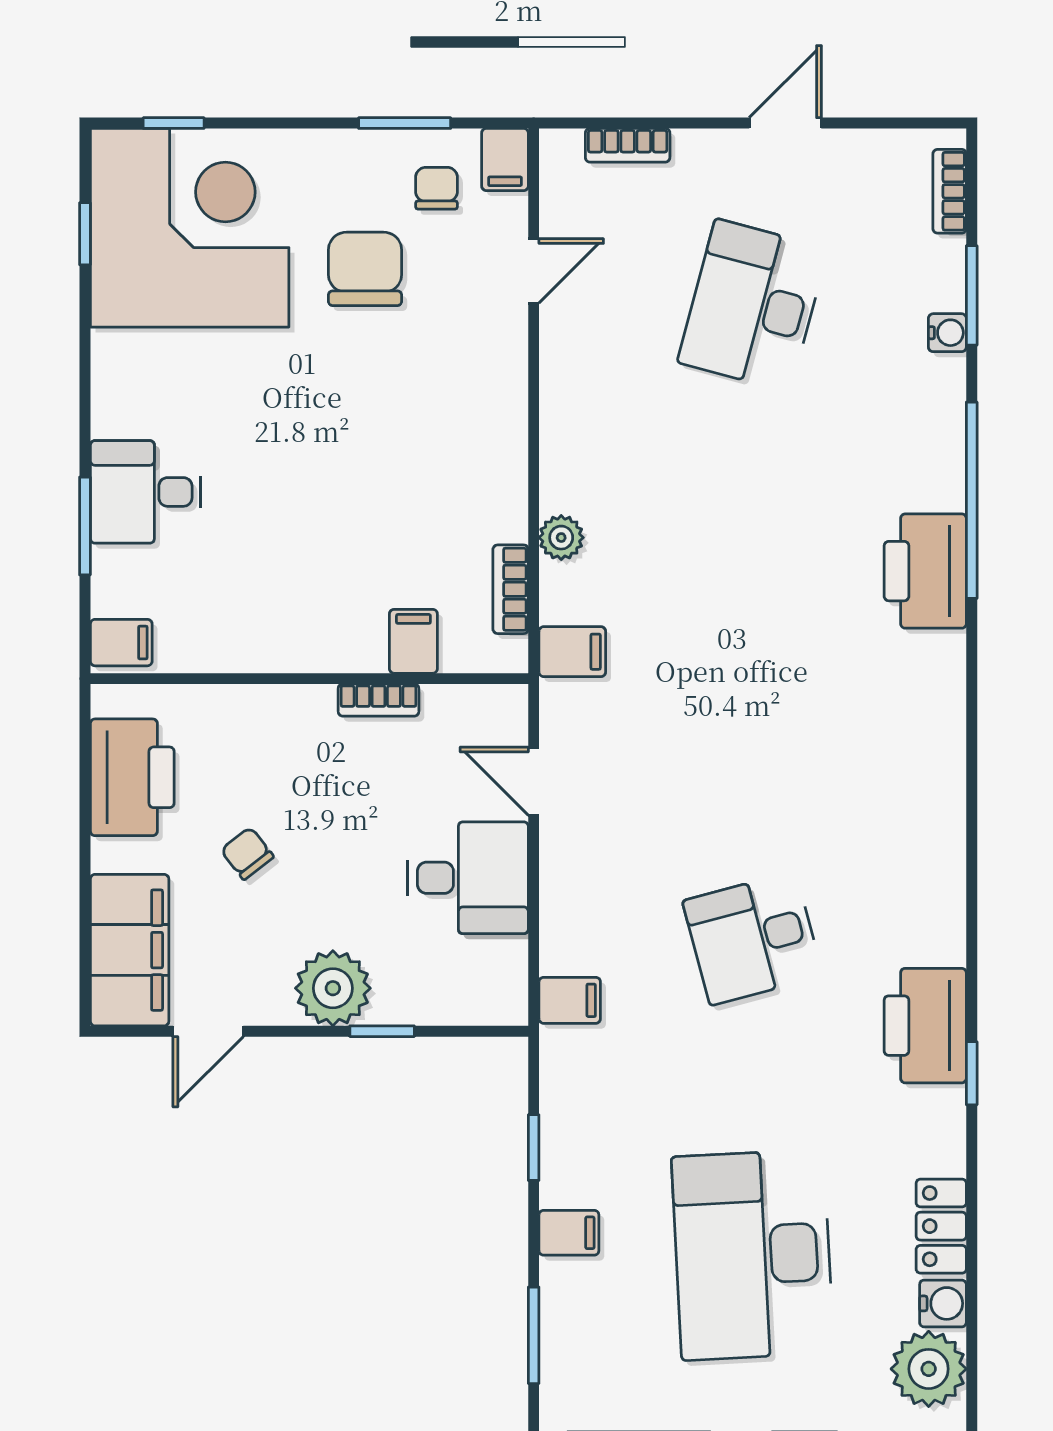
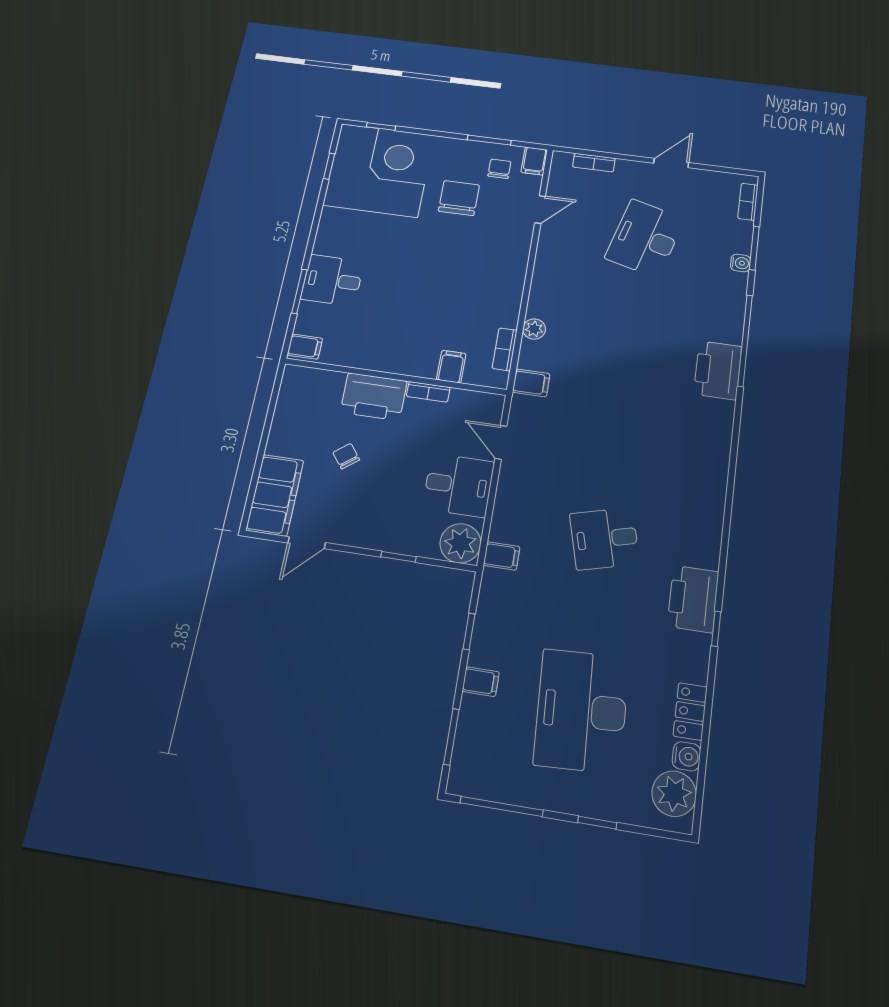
printer: (132, 777) -> (374, 397), moved, turned 90
plant: (333, 988) -> (460, 543), moved

